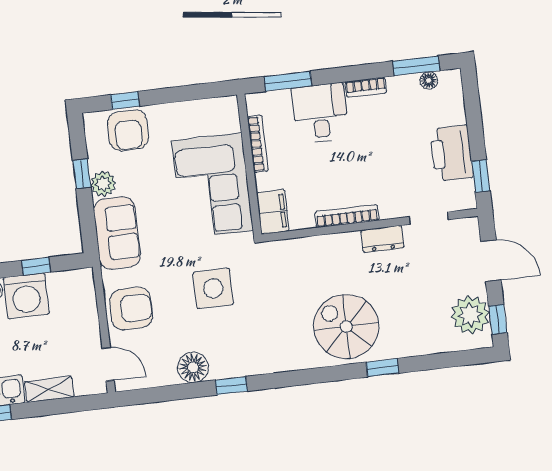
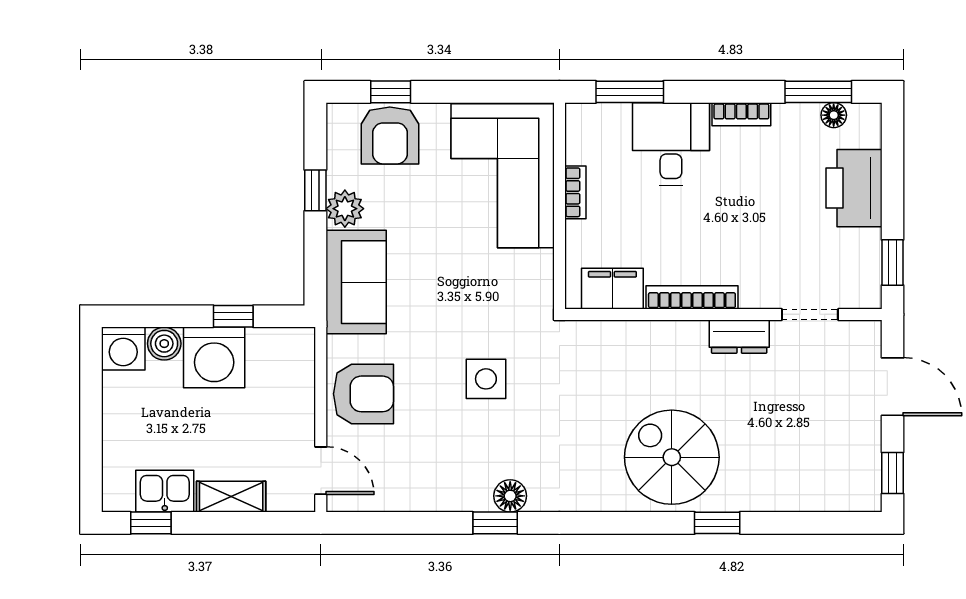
bookcase: (258, 144) -> (575, 192), width x0.64
printer: (451, 153) -> (854, 188), moved
corner sofa: (213, 186) -> (503, 176), moved
filing cabinet: (273, 212) -> (612, 289), moved, turned -90
side table: (213, 288) -> (486, 379), width x0.73, depth x0.73
plant: (470, 315) -> (853, 462), removed
floor lamp: (193, 367) -> (510, 496), moved, width x0.73, depth x0.73

